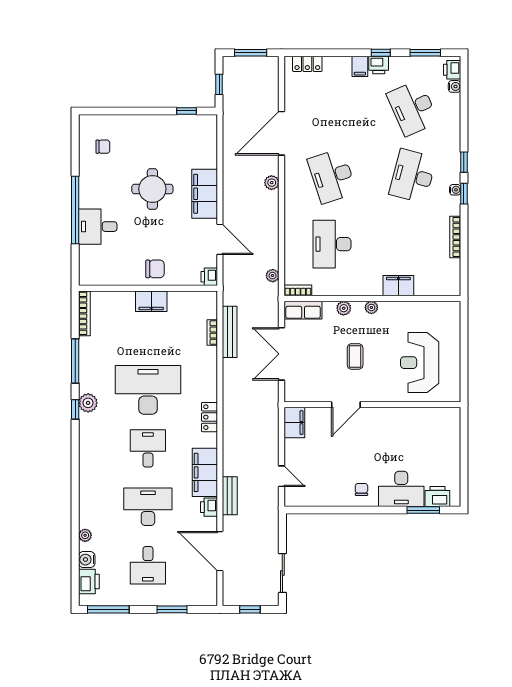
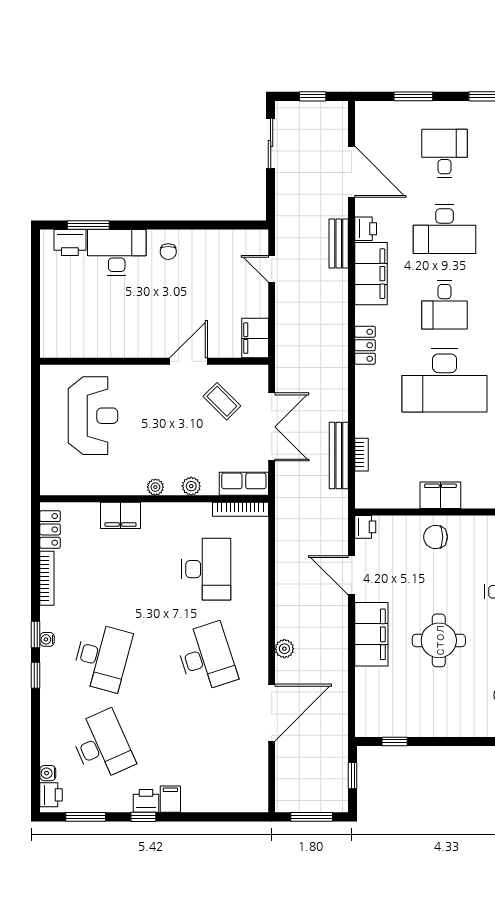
locker: (307, 64) -> (50, 529), moved, turned 90
plant: (273, 276) -> (283, 528), removed
bookcase: (298, 290) -> (240, 509), width x1.56
coffee table: (355, 356) -> (222, 401), moved, turned -45

